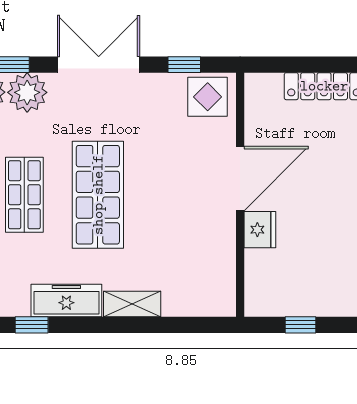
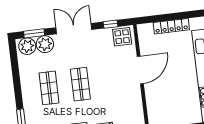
shop shelf: (98, 195) -> (80, 84), width x0.70, depth x0.74
fridge: (260, 230) -> (151, 91), removed

